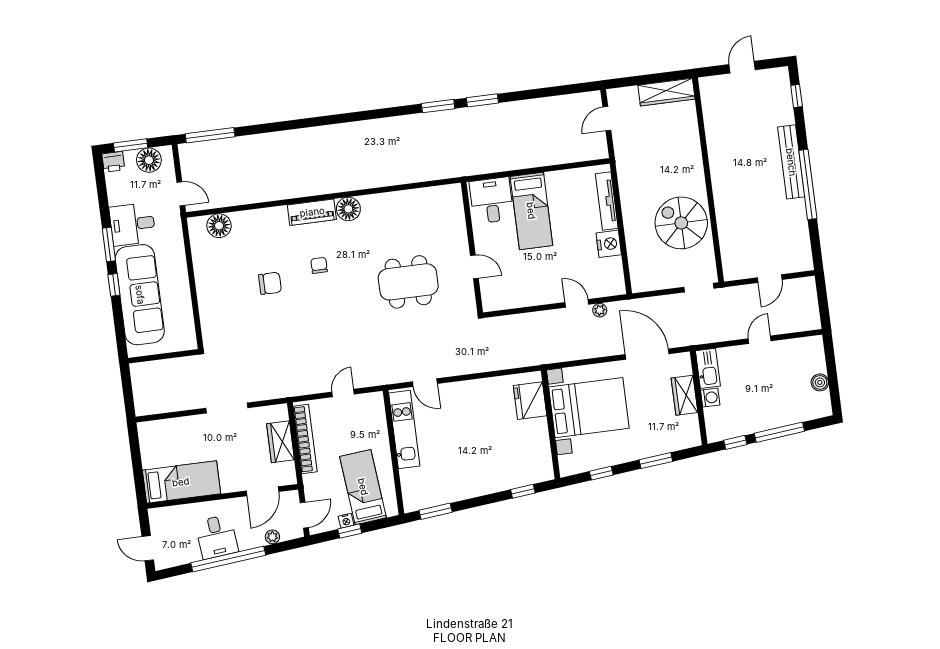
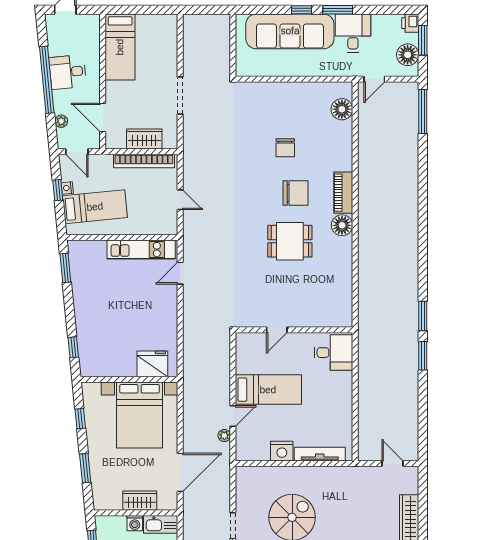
bed: (531, 211) -> (268, 390), moved, turned 180
chair: (319, 265) -> (296, 193), width x1.87, depth x1.87
dining table: (408, 282) -> (290, 241), moved, width x0.73

